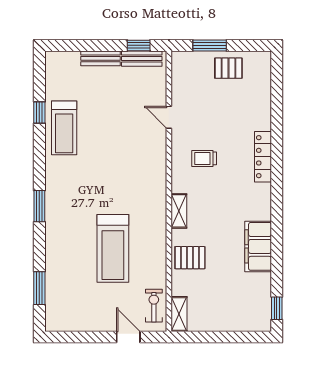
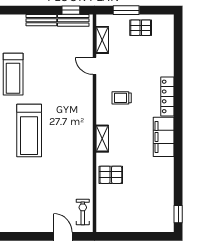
filing cabinet: (258, 246) -> (164, 137), moved
treadmill: (113, 248) -> (29, 130), moved
shelving: (179, 314) -> (102, 40), moved

